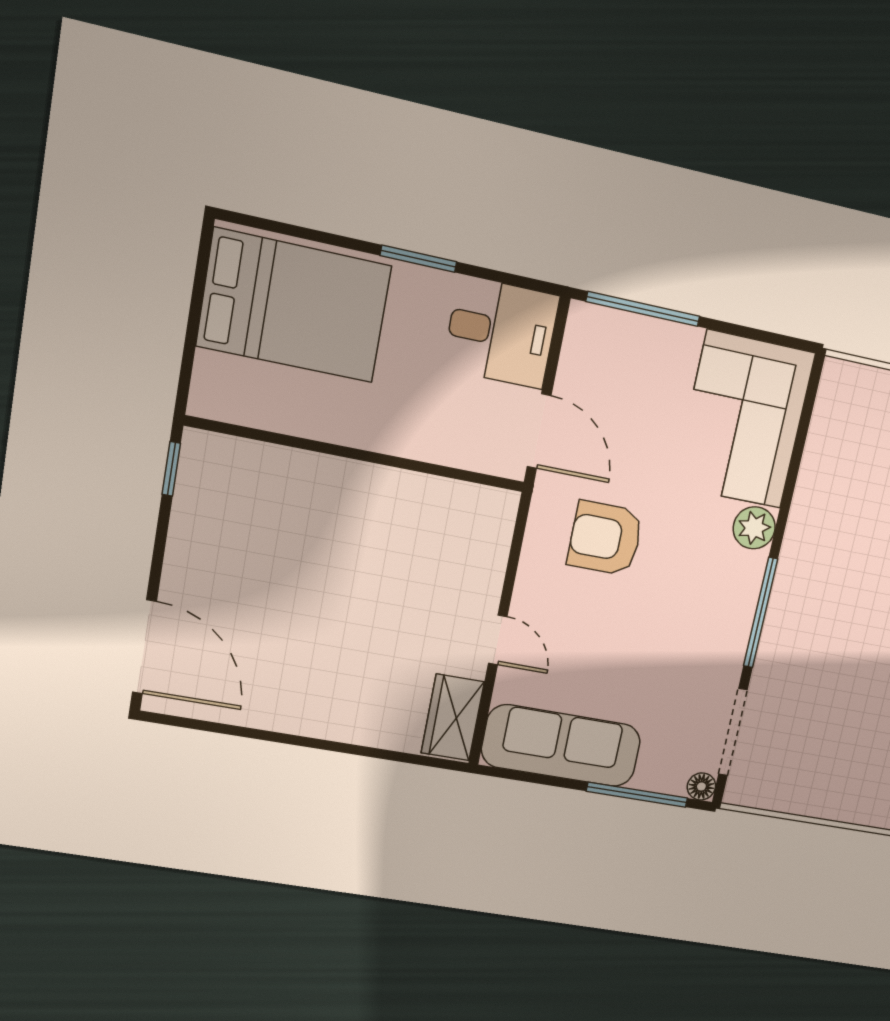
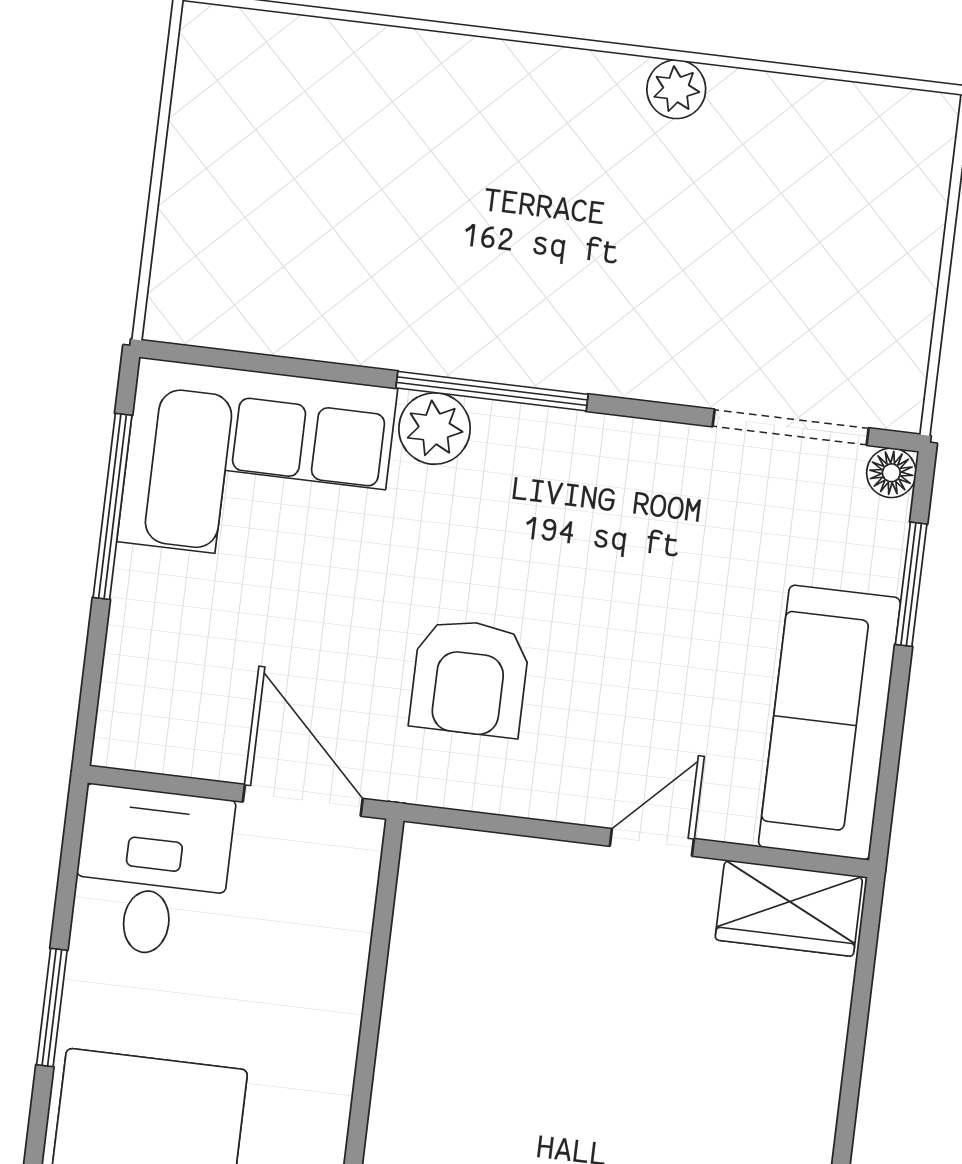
window: (643, 309) -> (112, 506), moved
door: (539, 431) -> (303, 800), hinge flipped
window: (761, 613) -> (492, 391), moved
window: (637, 795) -> (911, 584), width x0.69

